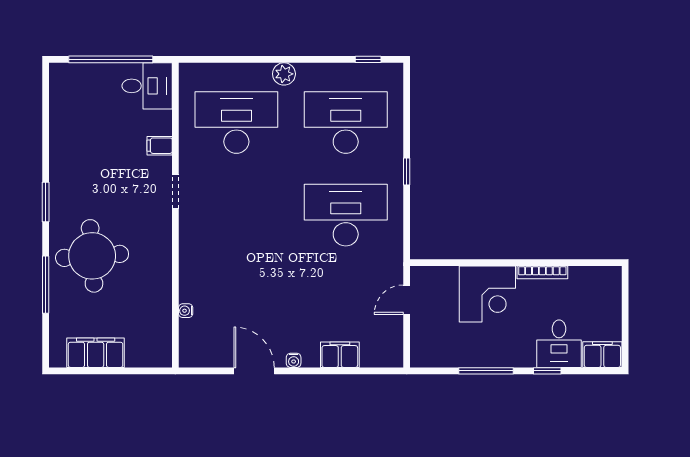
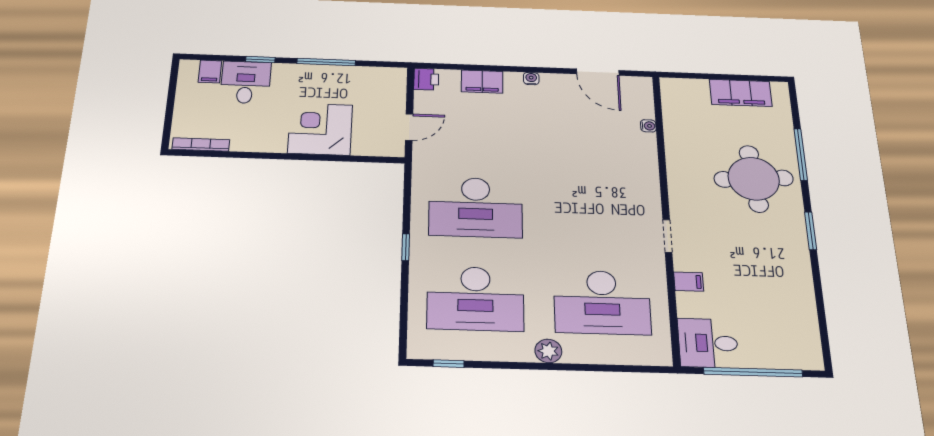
bookcase: (542, 272) -> (201, 144), moved
printer: (392, 355) -> (426, 79), added
filing cabinet: (602, 355) -> (210, 72), width x0.50
door: (254, 371) -> (598, 72), moved

